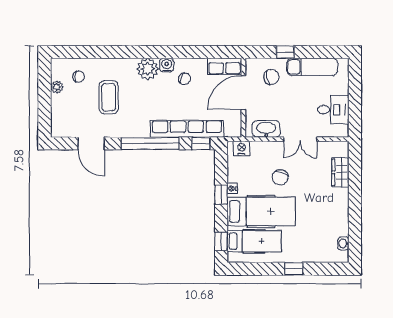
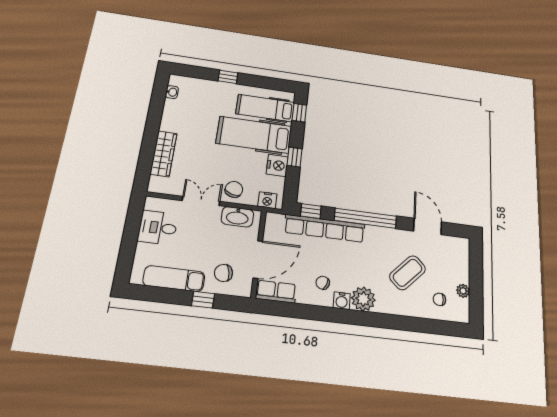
coffee table: (109, 97) -> (408, 273), turned 44
wardrobe: (340, 172) -> (164, 154), width x1.50
chair: (280, 177) -> (234, 189), moved
nightstand: (232, 188) -> (277, 165), width x1.89, depth x1.79

